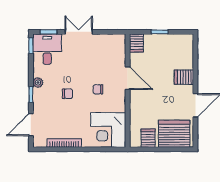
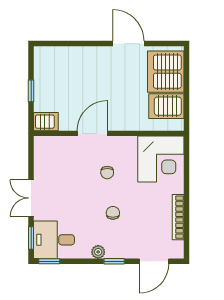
server rack: (184, 77) -> (91, 59), removed
door: (31, 125) -> (154, 261), hinge flipped
server rack: (148, 138) -> (166, 106), width x1.36, depth x1.44

